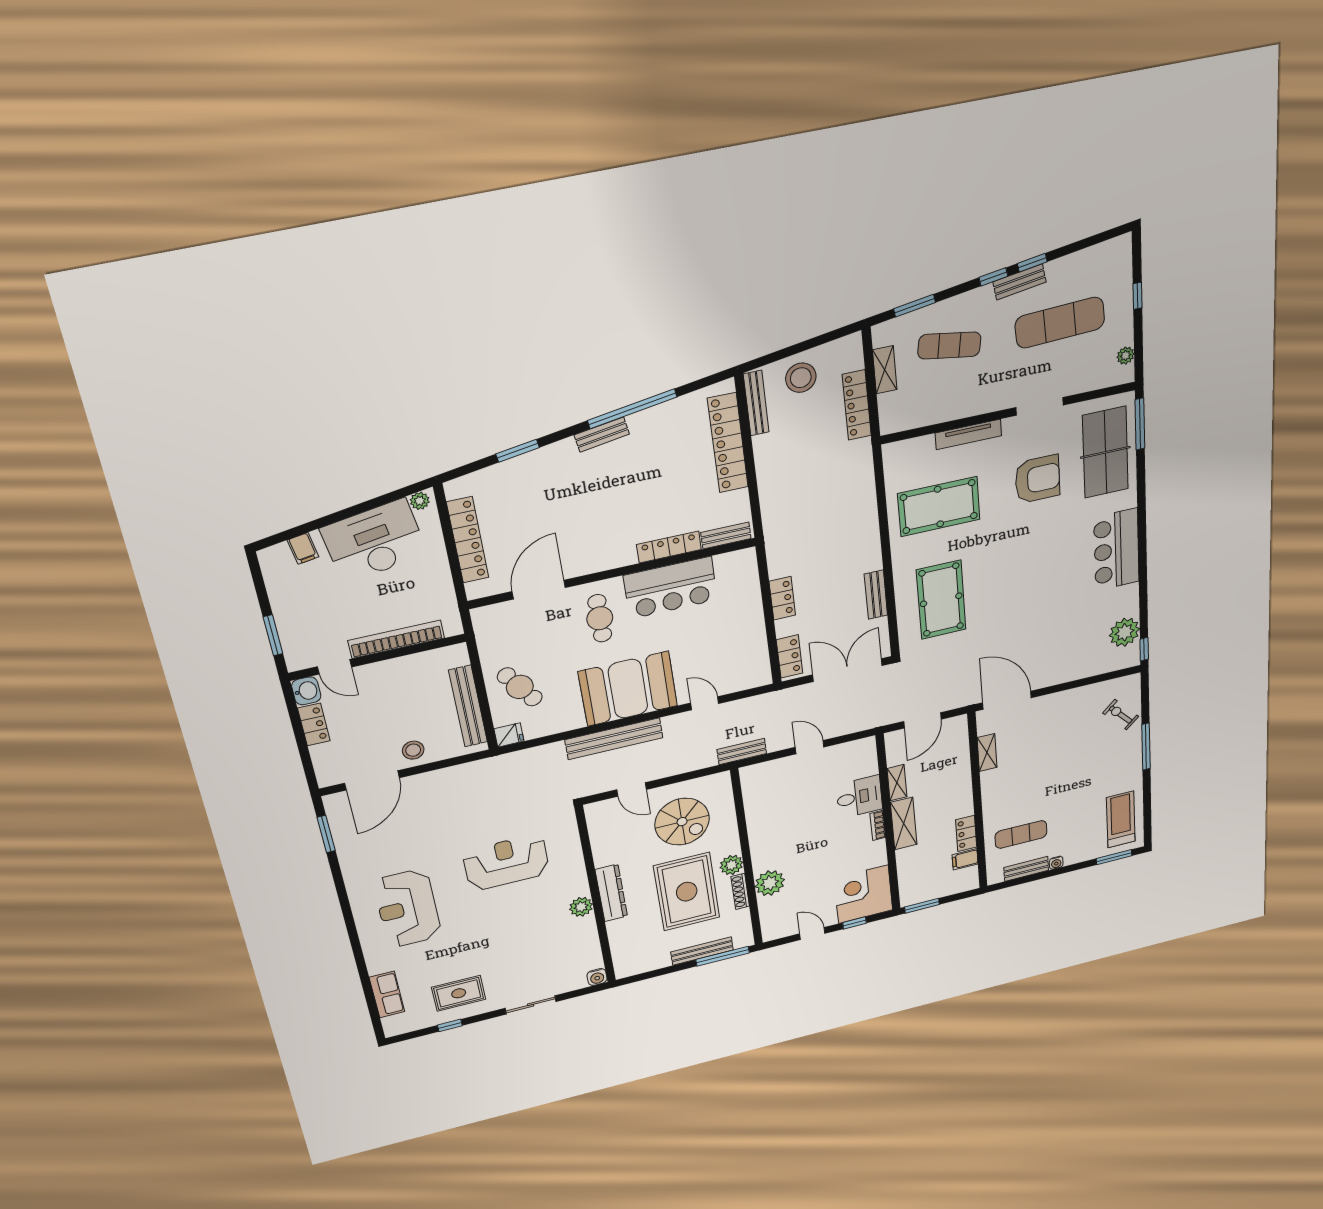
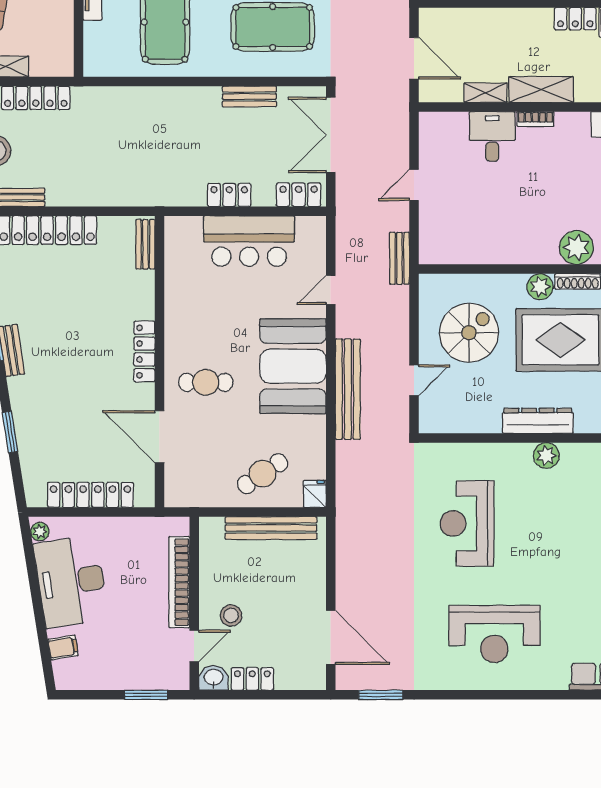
locker: (669, 547) -> (144, 352), moved
bar counter: (671, 588) -> (249, 241), moved, turned 90
stool: (413, 750) -> (231, 615), moved

